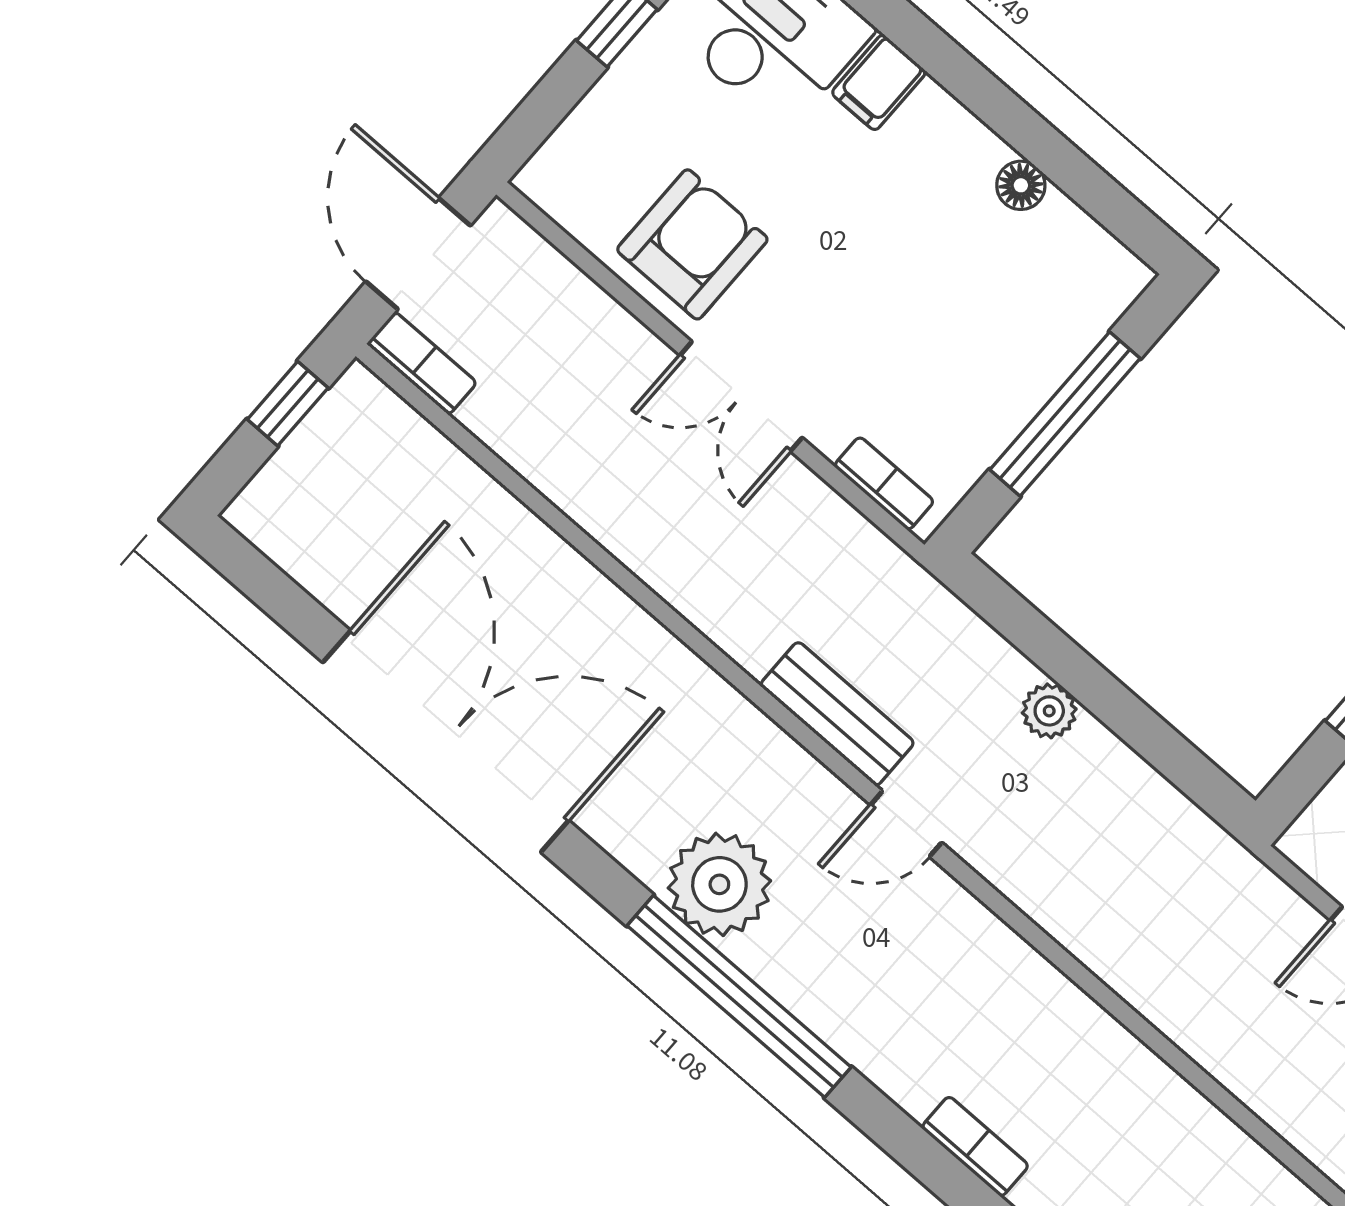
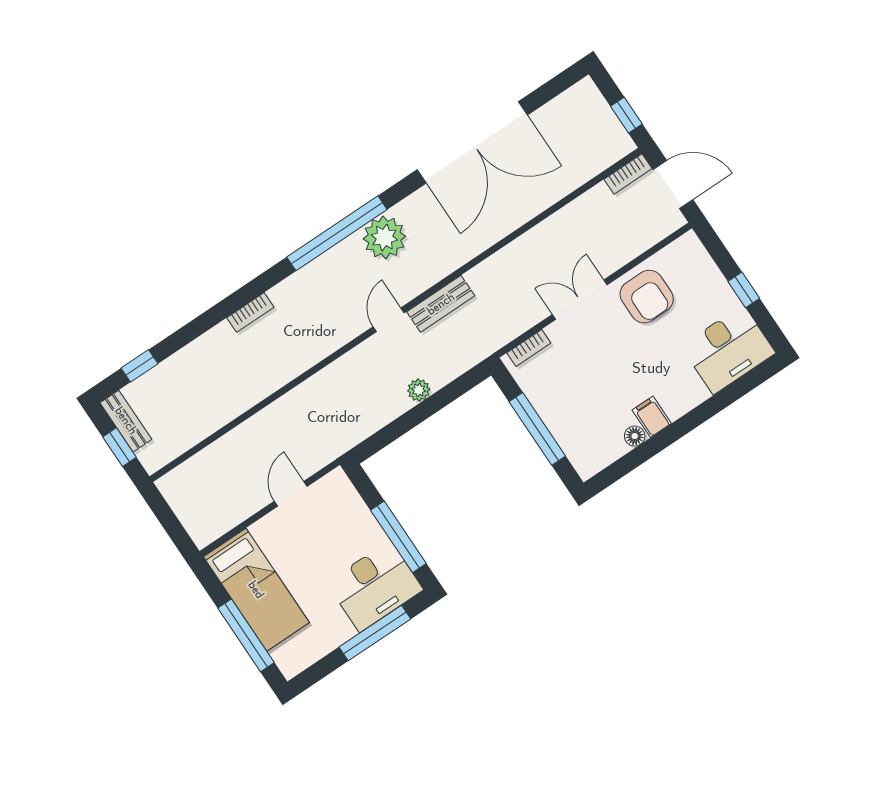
filing cabinet: (879, 82) -> (652, 417), moved

